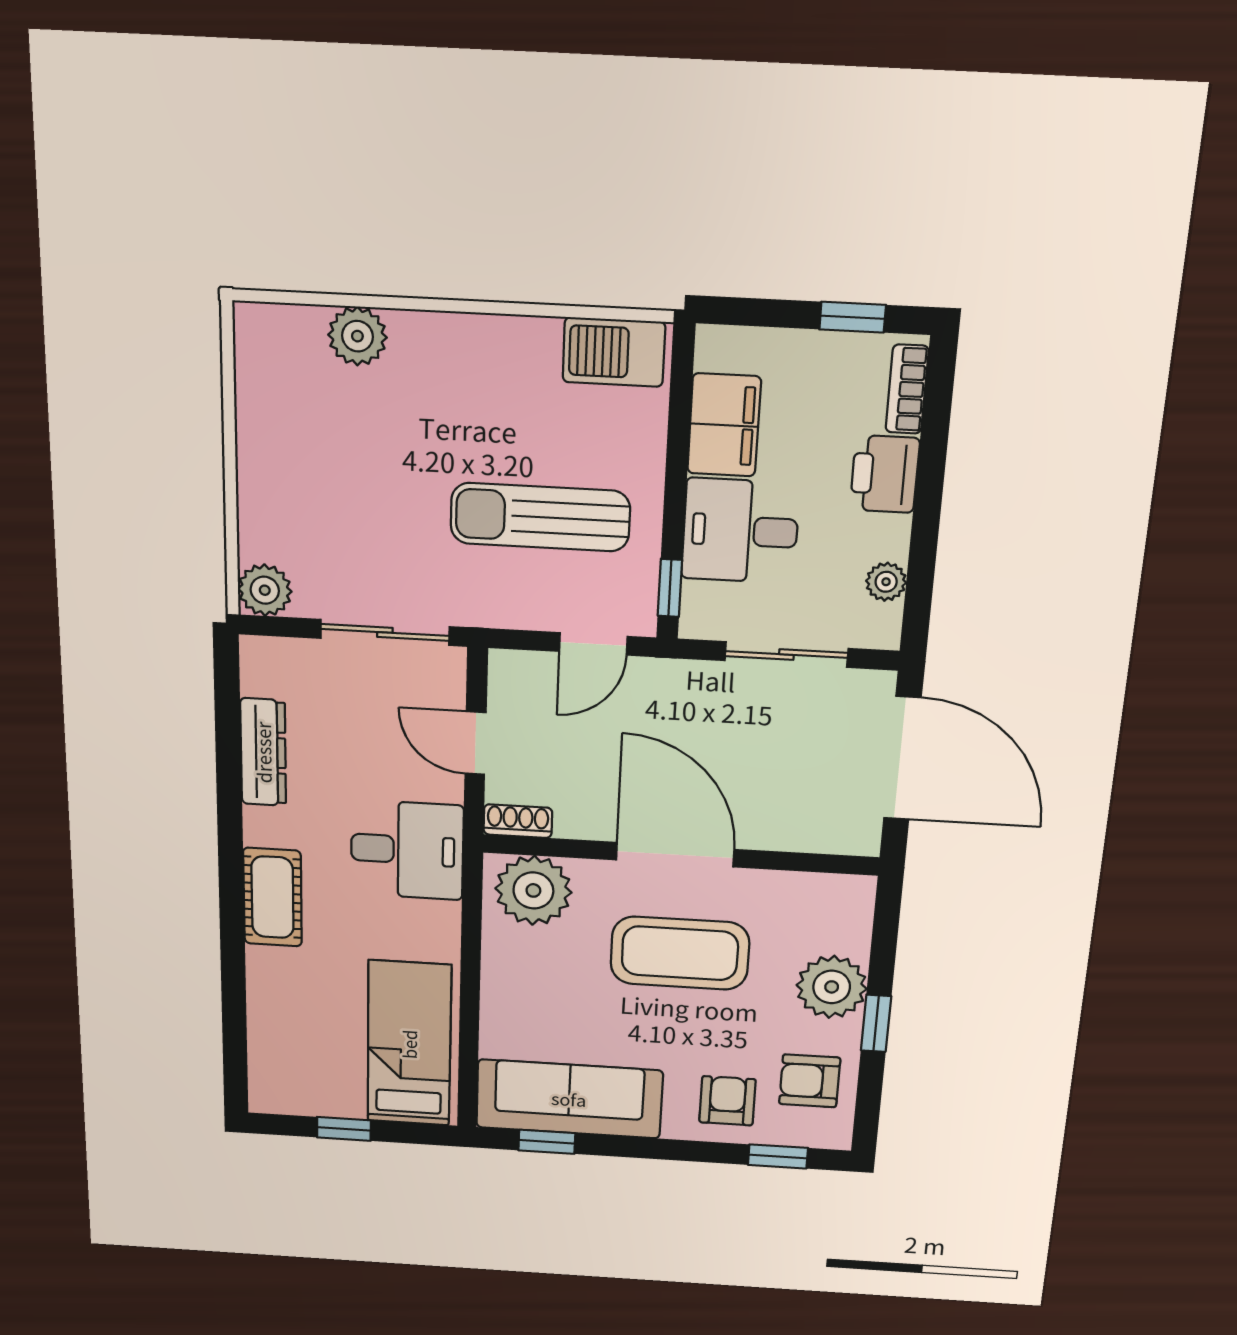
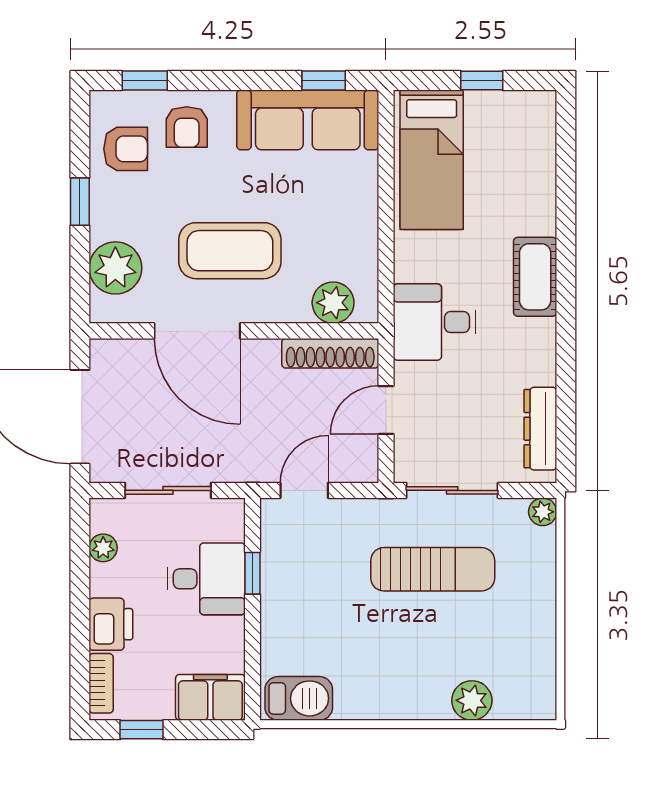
filing cabinet: (724, 425) -> (210, 697), moved, turned 90
sun lounger: (540, 517) -> (433, 569), moved
window: (670, 588) -> (252, 573), moved
plant: (265, 590) -> (543, 512), width x0.73, depth x0.73
door: (475, 743) -> (386, 410), swing flipped
dresser: (263, 752) -> (540, 429), moved
shoe rack: (518, 821) -> (330, 353), width x1.94, depth x1.24
door: (675, 855) -> (197, 331), moved
plant: (533, 890) -> (333, 303), width x0.73, depth x0.73
plant: (832, 987) -> (115, 268), moved

